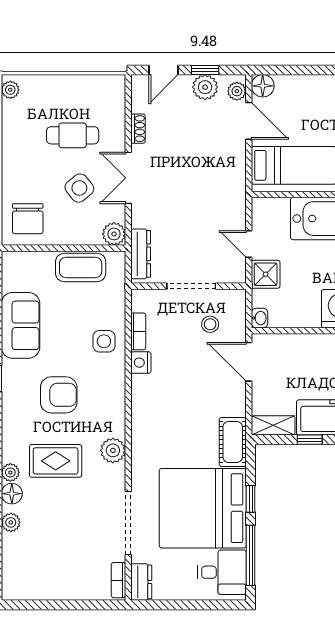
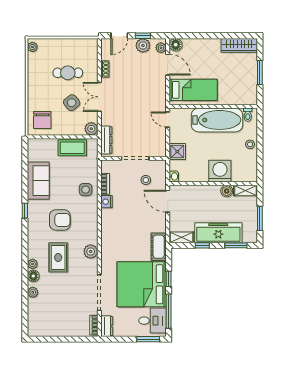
door: (249, 244) -> (168, 120), moved
rug: (56, 461) -> (58, 257), turned 90
window: (214, 605) -> (148, 339), added

